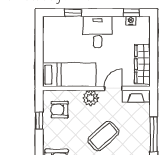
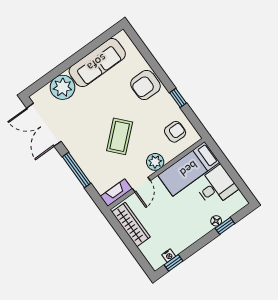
floor lamp: (77, 21) -> (216, 221), added
desk: (97, 32) -> (216, 186), moved, turned -90
window: (39, 121) -> (178, 98), moved

